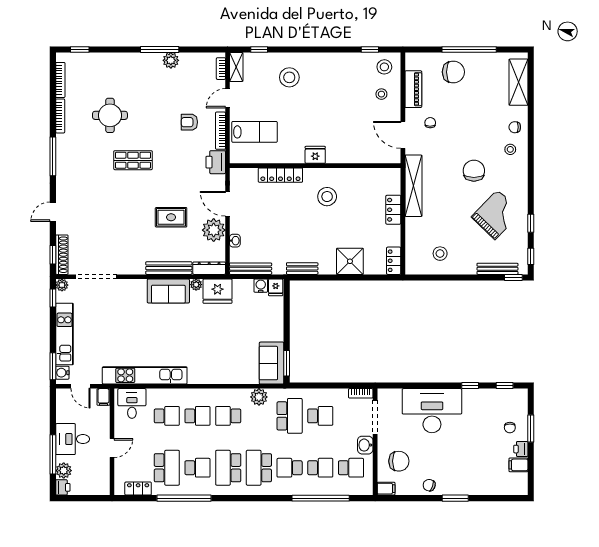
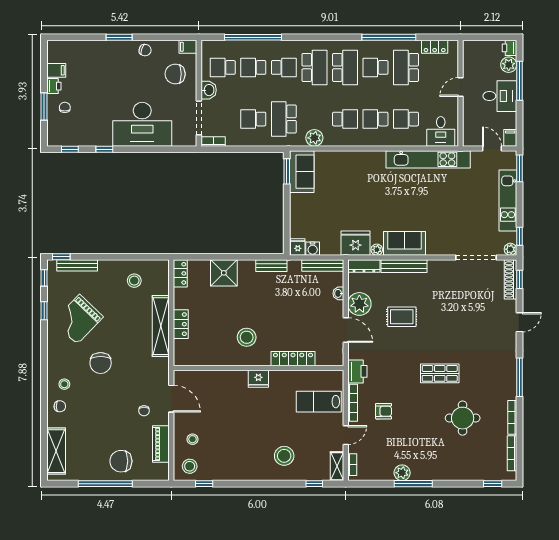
shelving: (413, 186) -> (161, 326), moved
water cooler: (62, 373) -> (510, 162), removed
filing cabinet: (103, 397) -> (510, 138), moved

